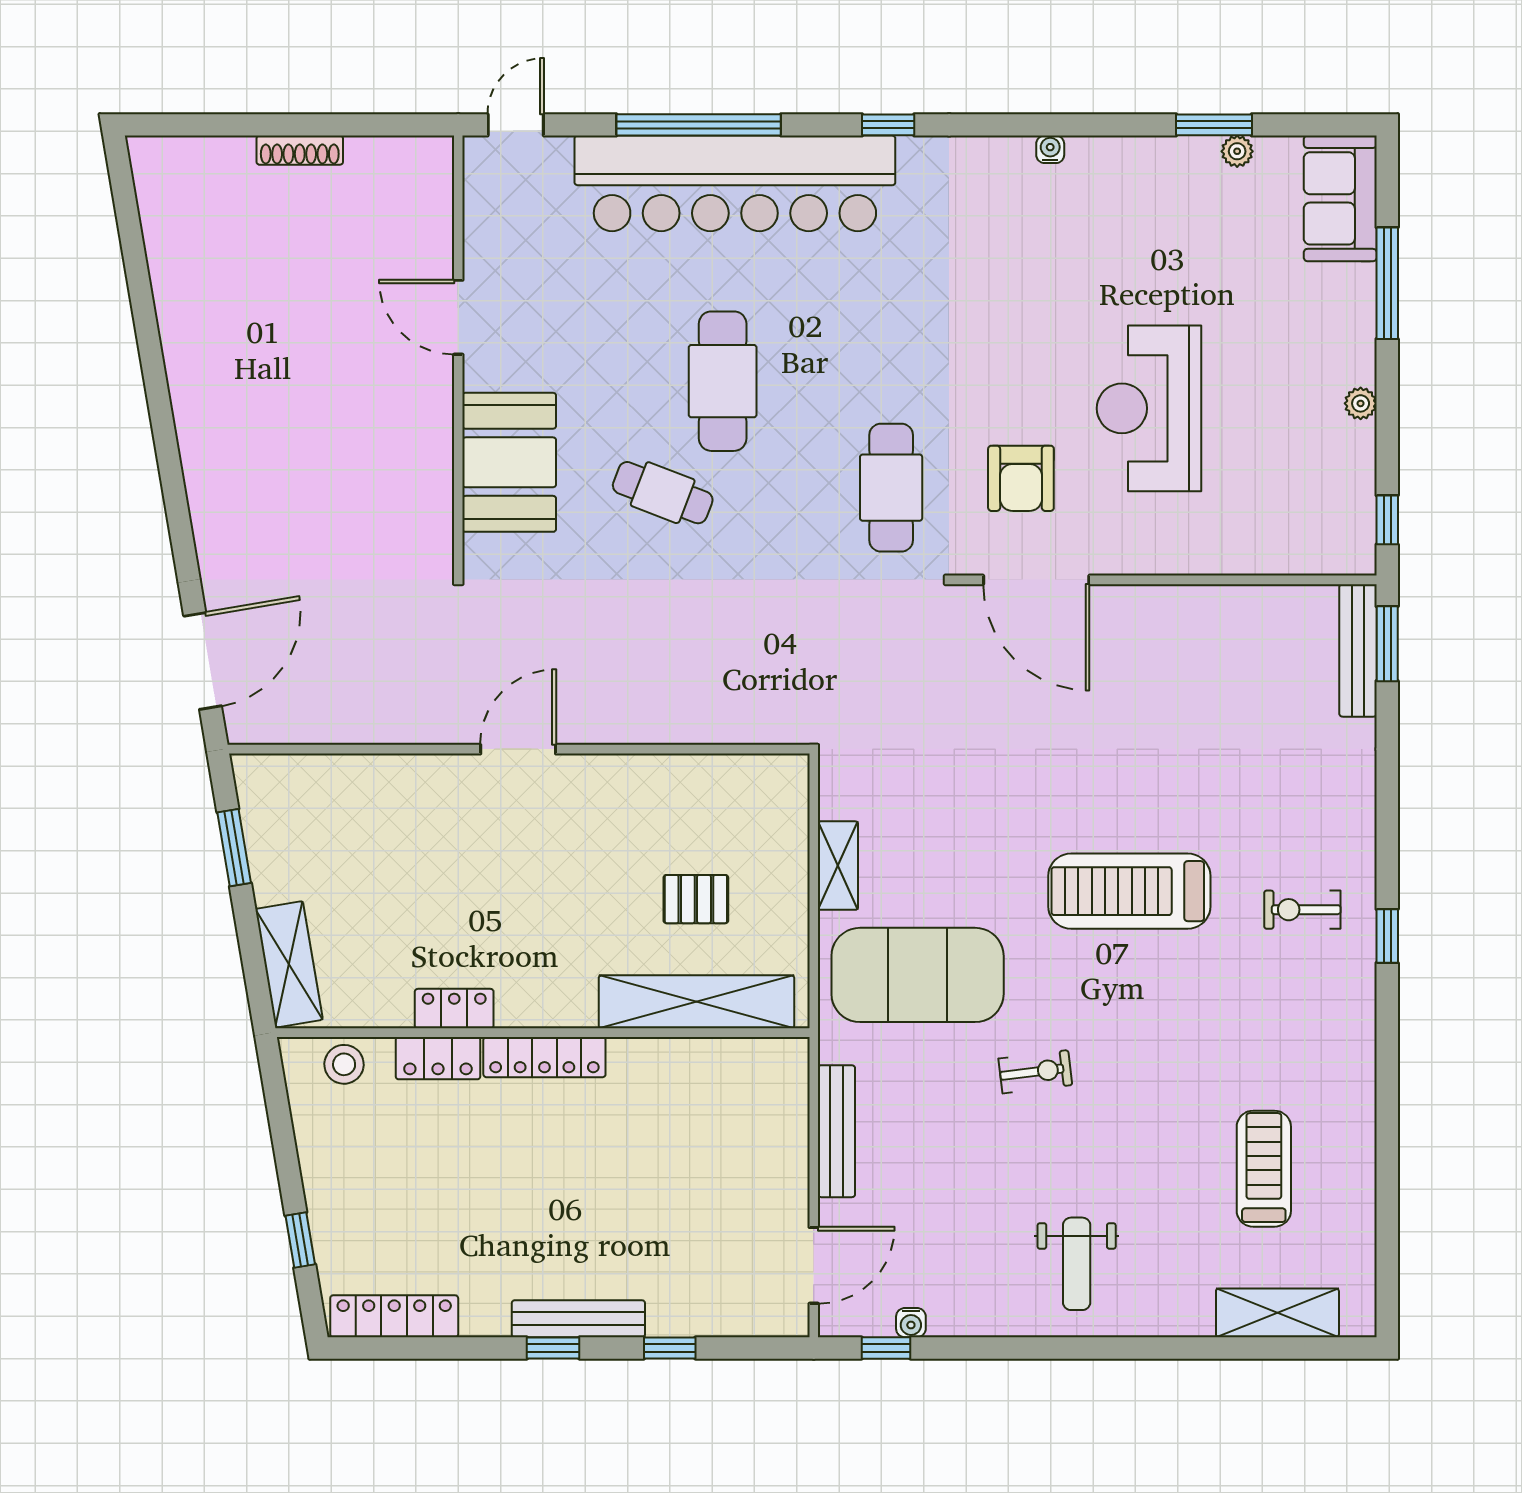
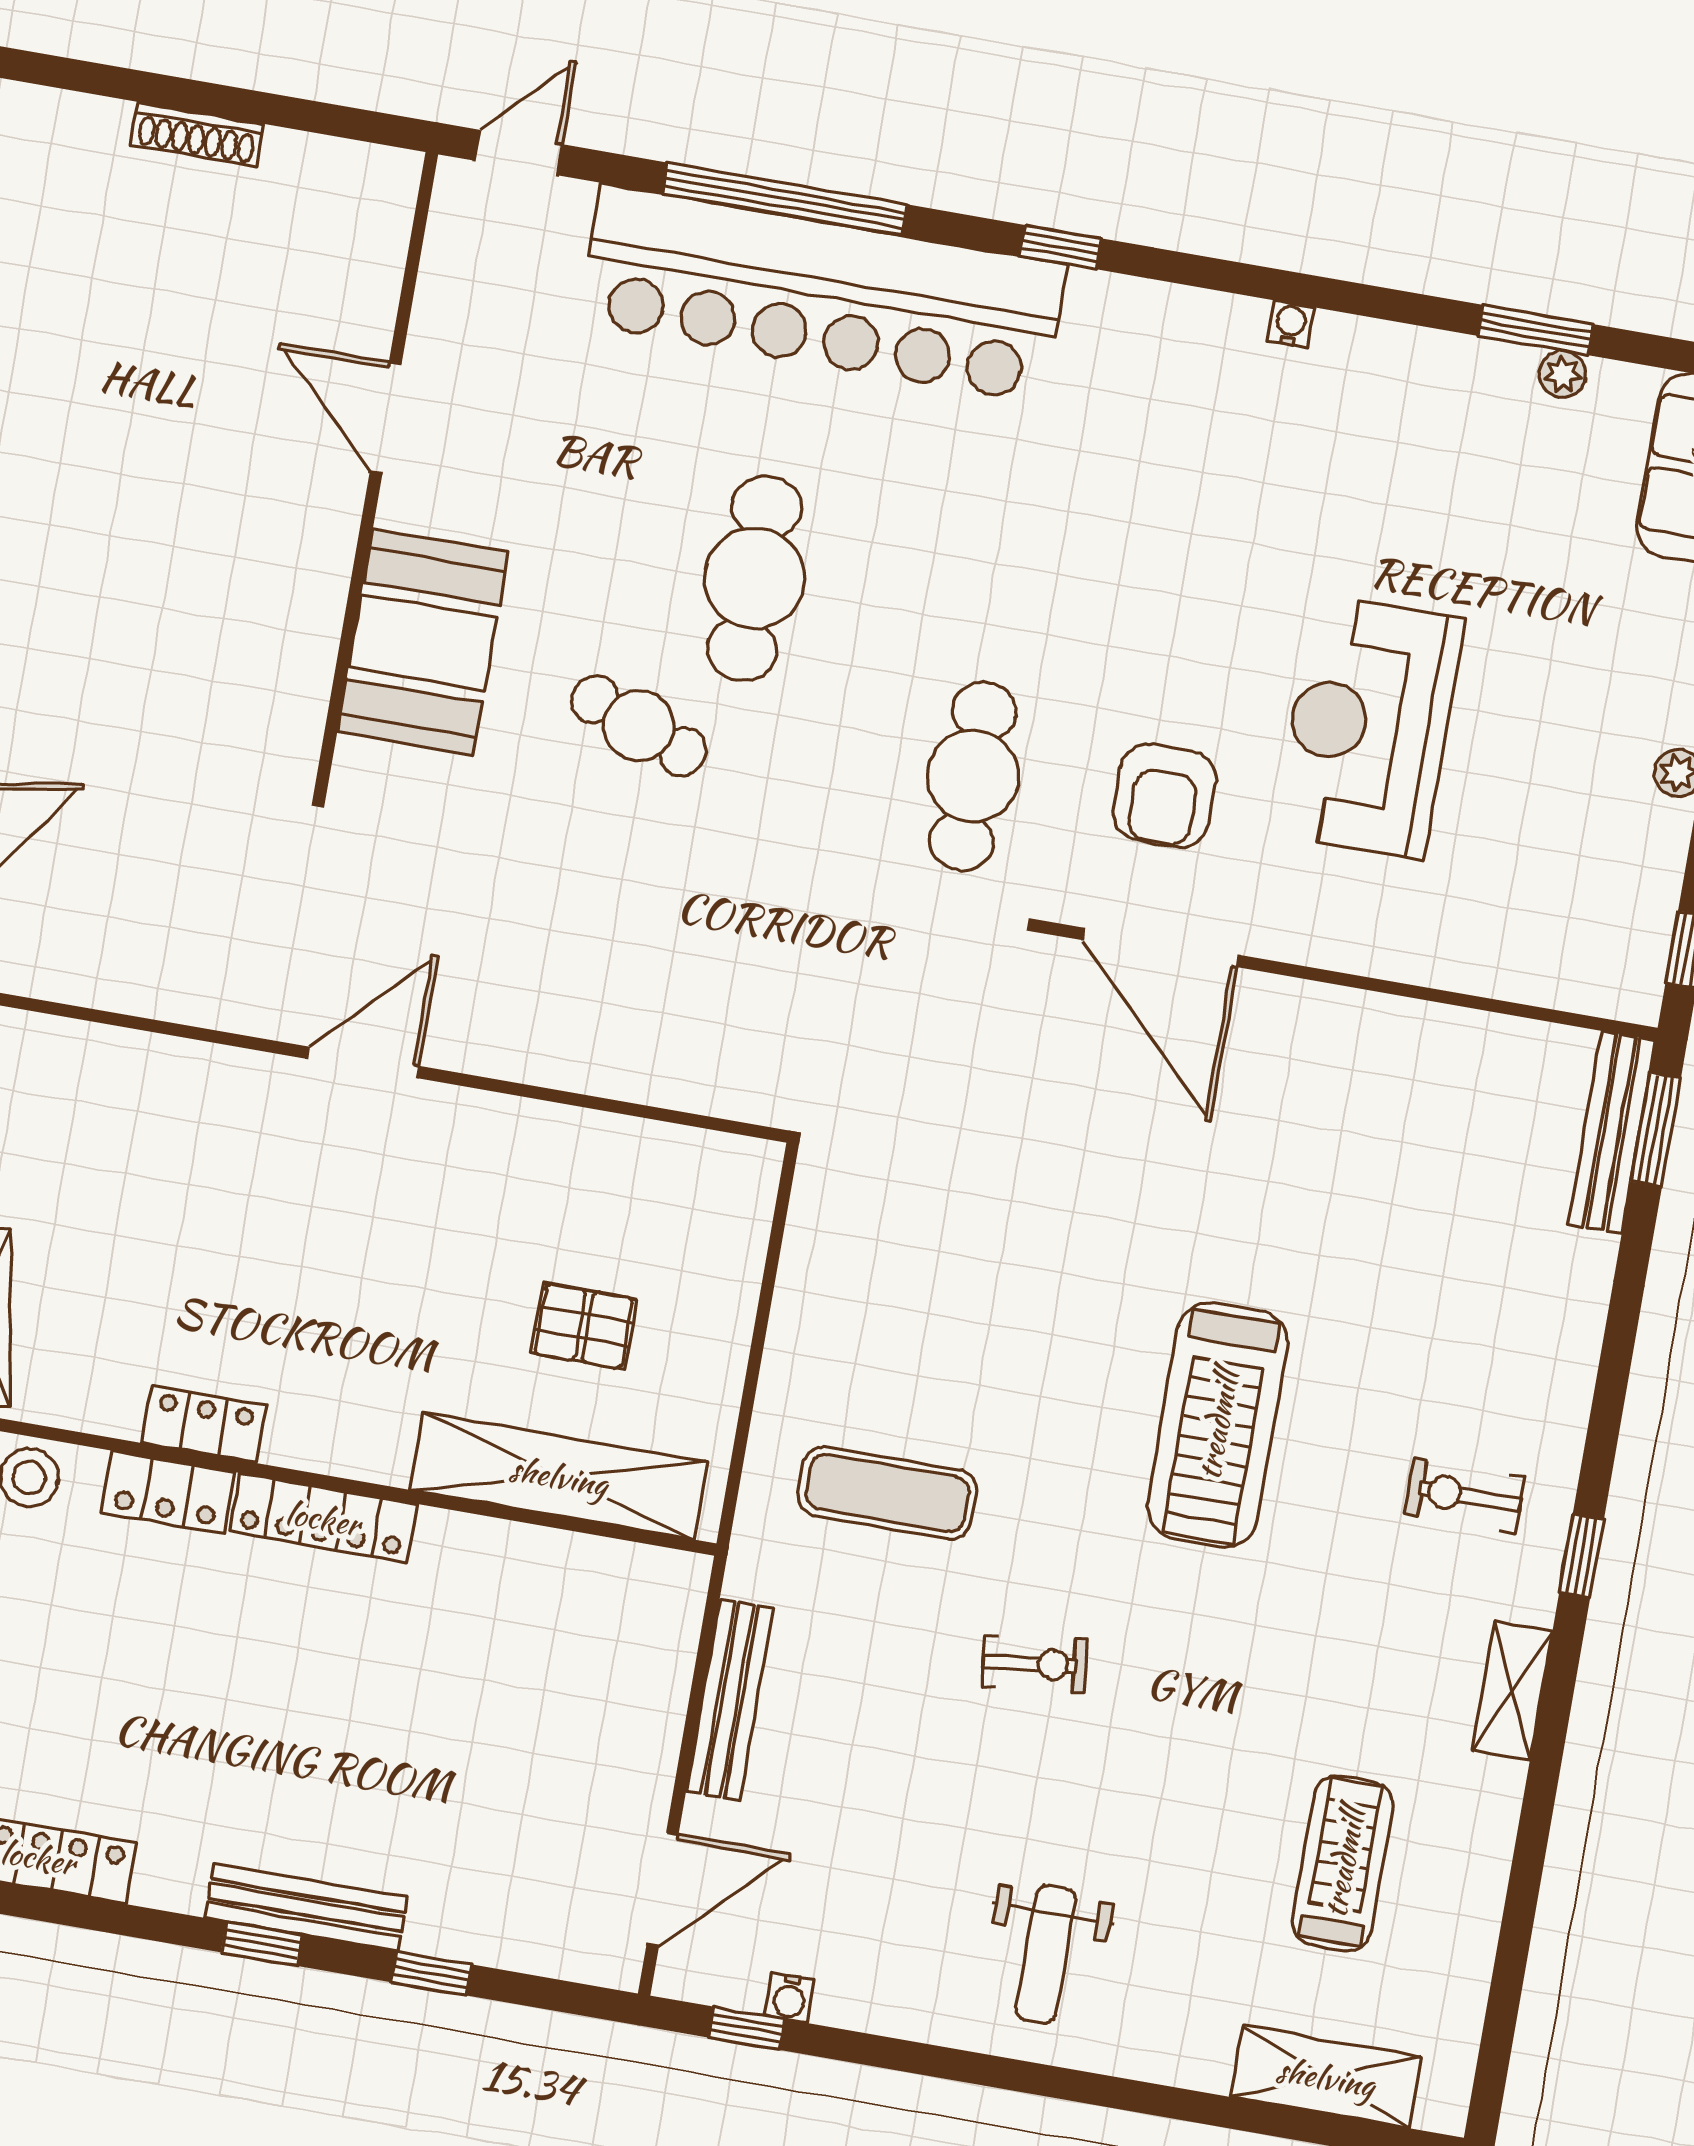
shelving: (838, 866) -> (1512, 1691), moved
treadmill: (1129, 891) -> (1217, 1425), turned -90
exercise mat: (918, 975) -> (887, 1493), width x0.50, depth x0.69

